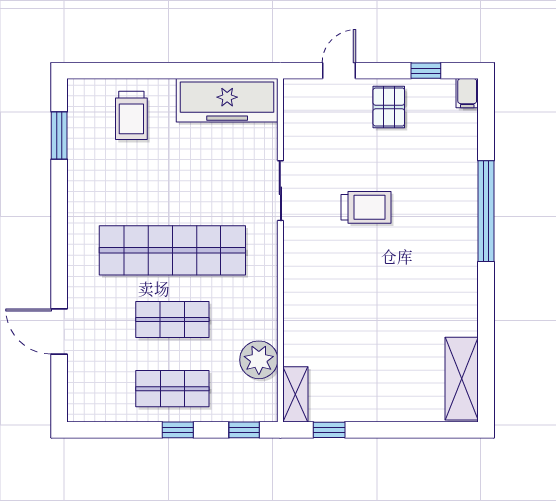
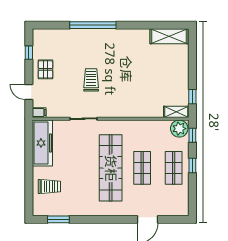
filing cabinet: (467, 93) -> (39, 113), moved
pallet: (389, 107) -> (45, 69), turned 90
plant: (259, 360) -> (179, 129), moved

